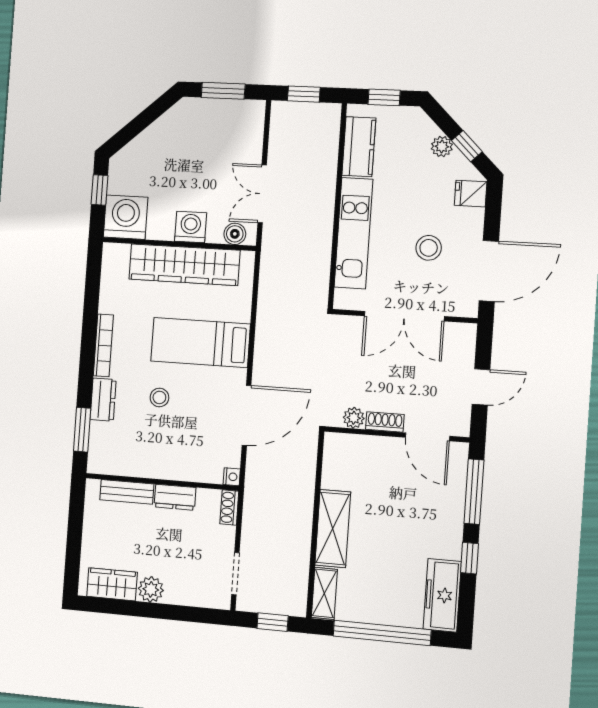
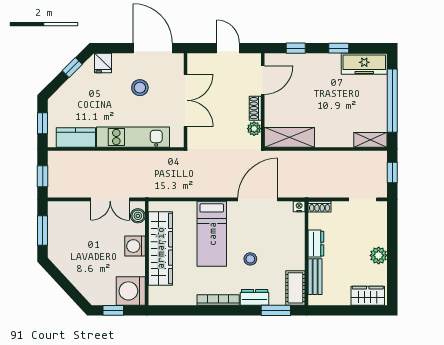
plant: (442, 147) -> (73, 84), removed
door: (247, 415) -> (258, 199), hinge flipped
cot: (112, 461) -> (295, 288), added
window: (474, 492) -> (296, 48), width x0.46
shelving: (333, 529) -> (289, 137), moved
wardrobe: (112, 584) -> (368, 296), moved, turned 90

